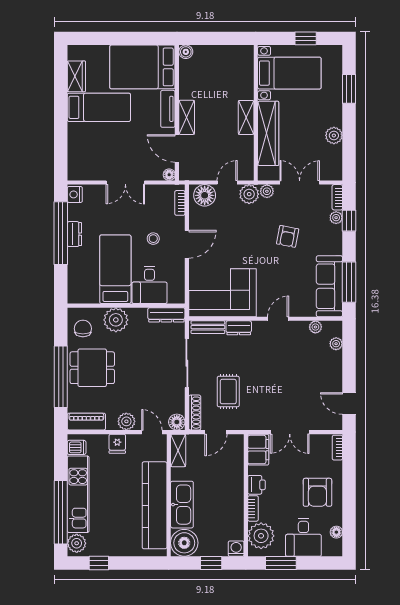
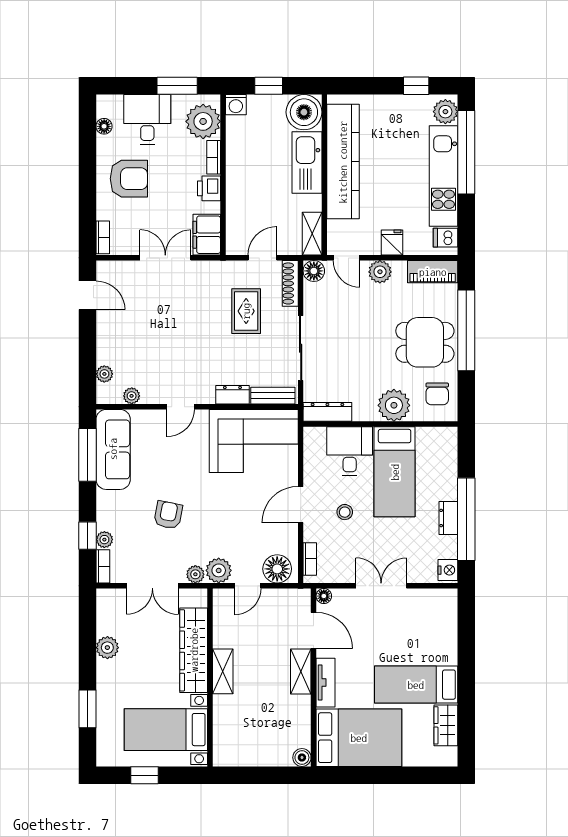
armchair: (317, 492) -> (129, 179), turned 90

